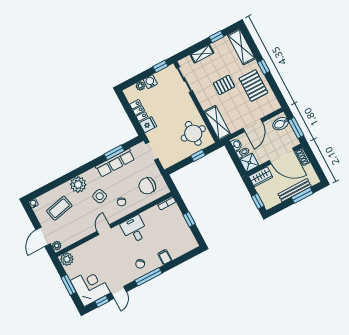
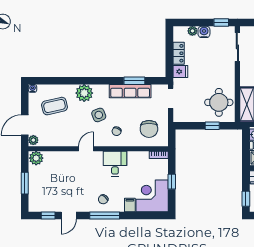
chair: (147, 186) -> (149, 129), turned -91
corner desk: (90, 287) -> (152, 196), moved, turned -90

